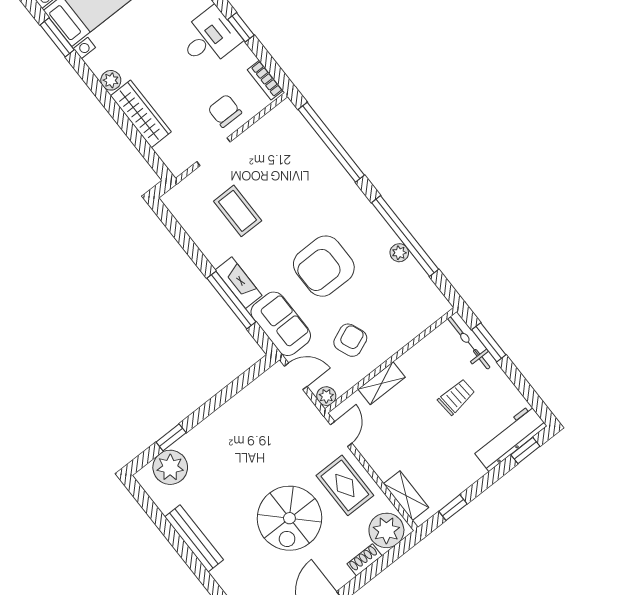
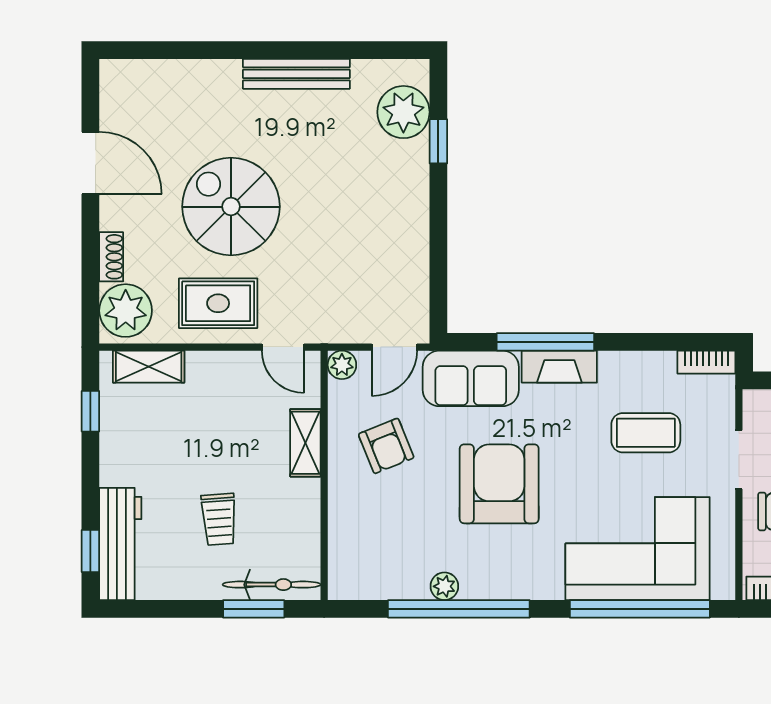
corner sofa: (301, 168) -> (638, 549), added
bookcase: (176, 208) -> (706, 362), added

